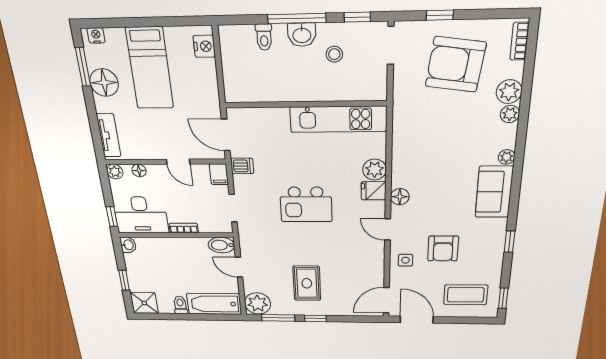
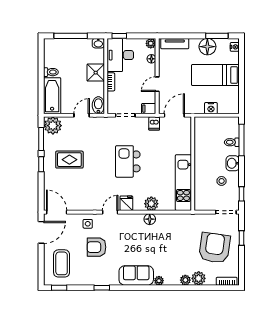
window: (297, 18) -> (242, 140), moved
nightstand: (204, 46) -> (211, 108), moved
fridge: (374, 191) -> (126, 203), moved
floor lamp: (400, 197) -> (150, 219), moved
window: (124, 280) -> (71, 36), width x2.17
shower: (144, 303) -> (96, 73), moved

